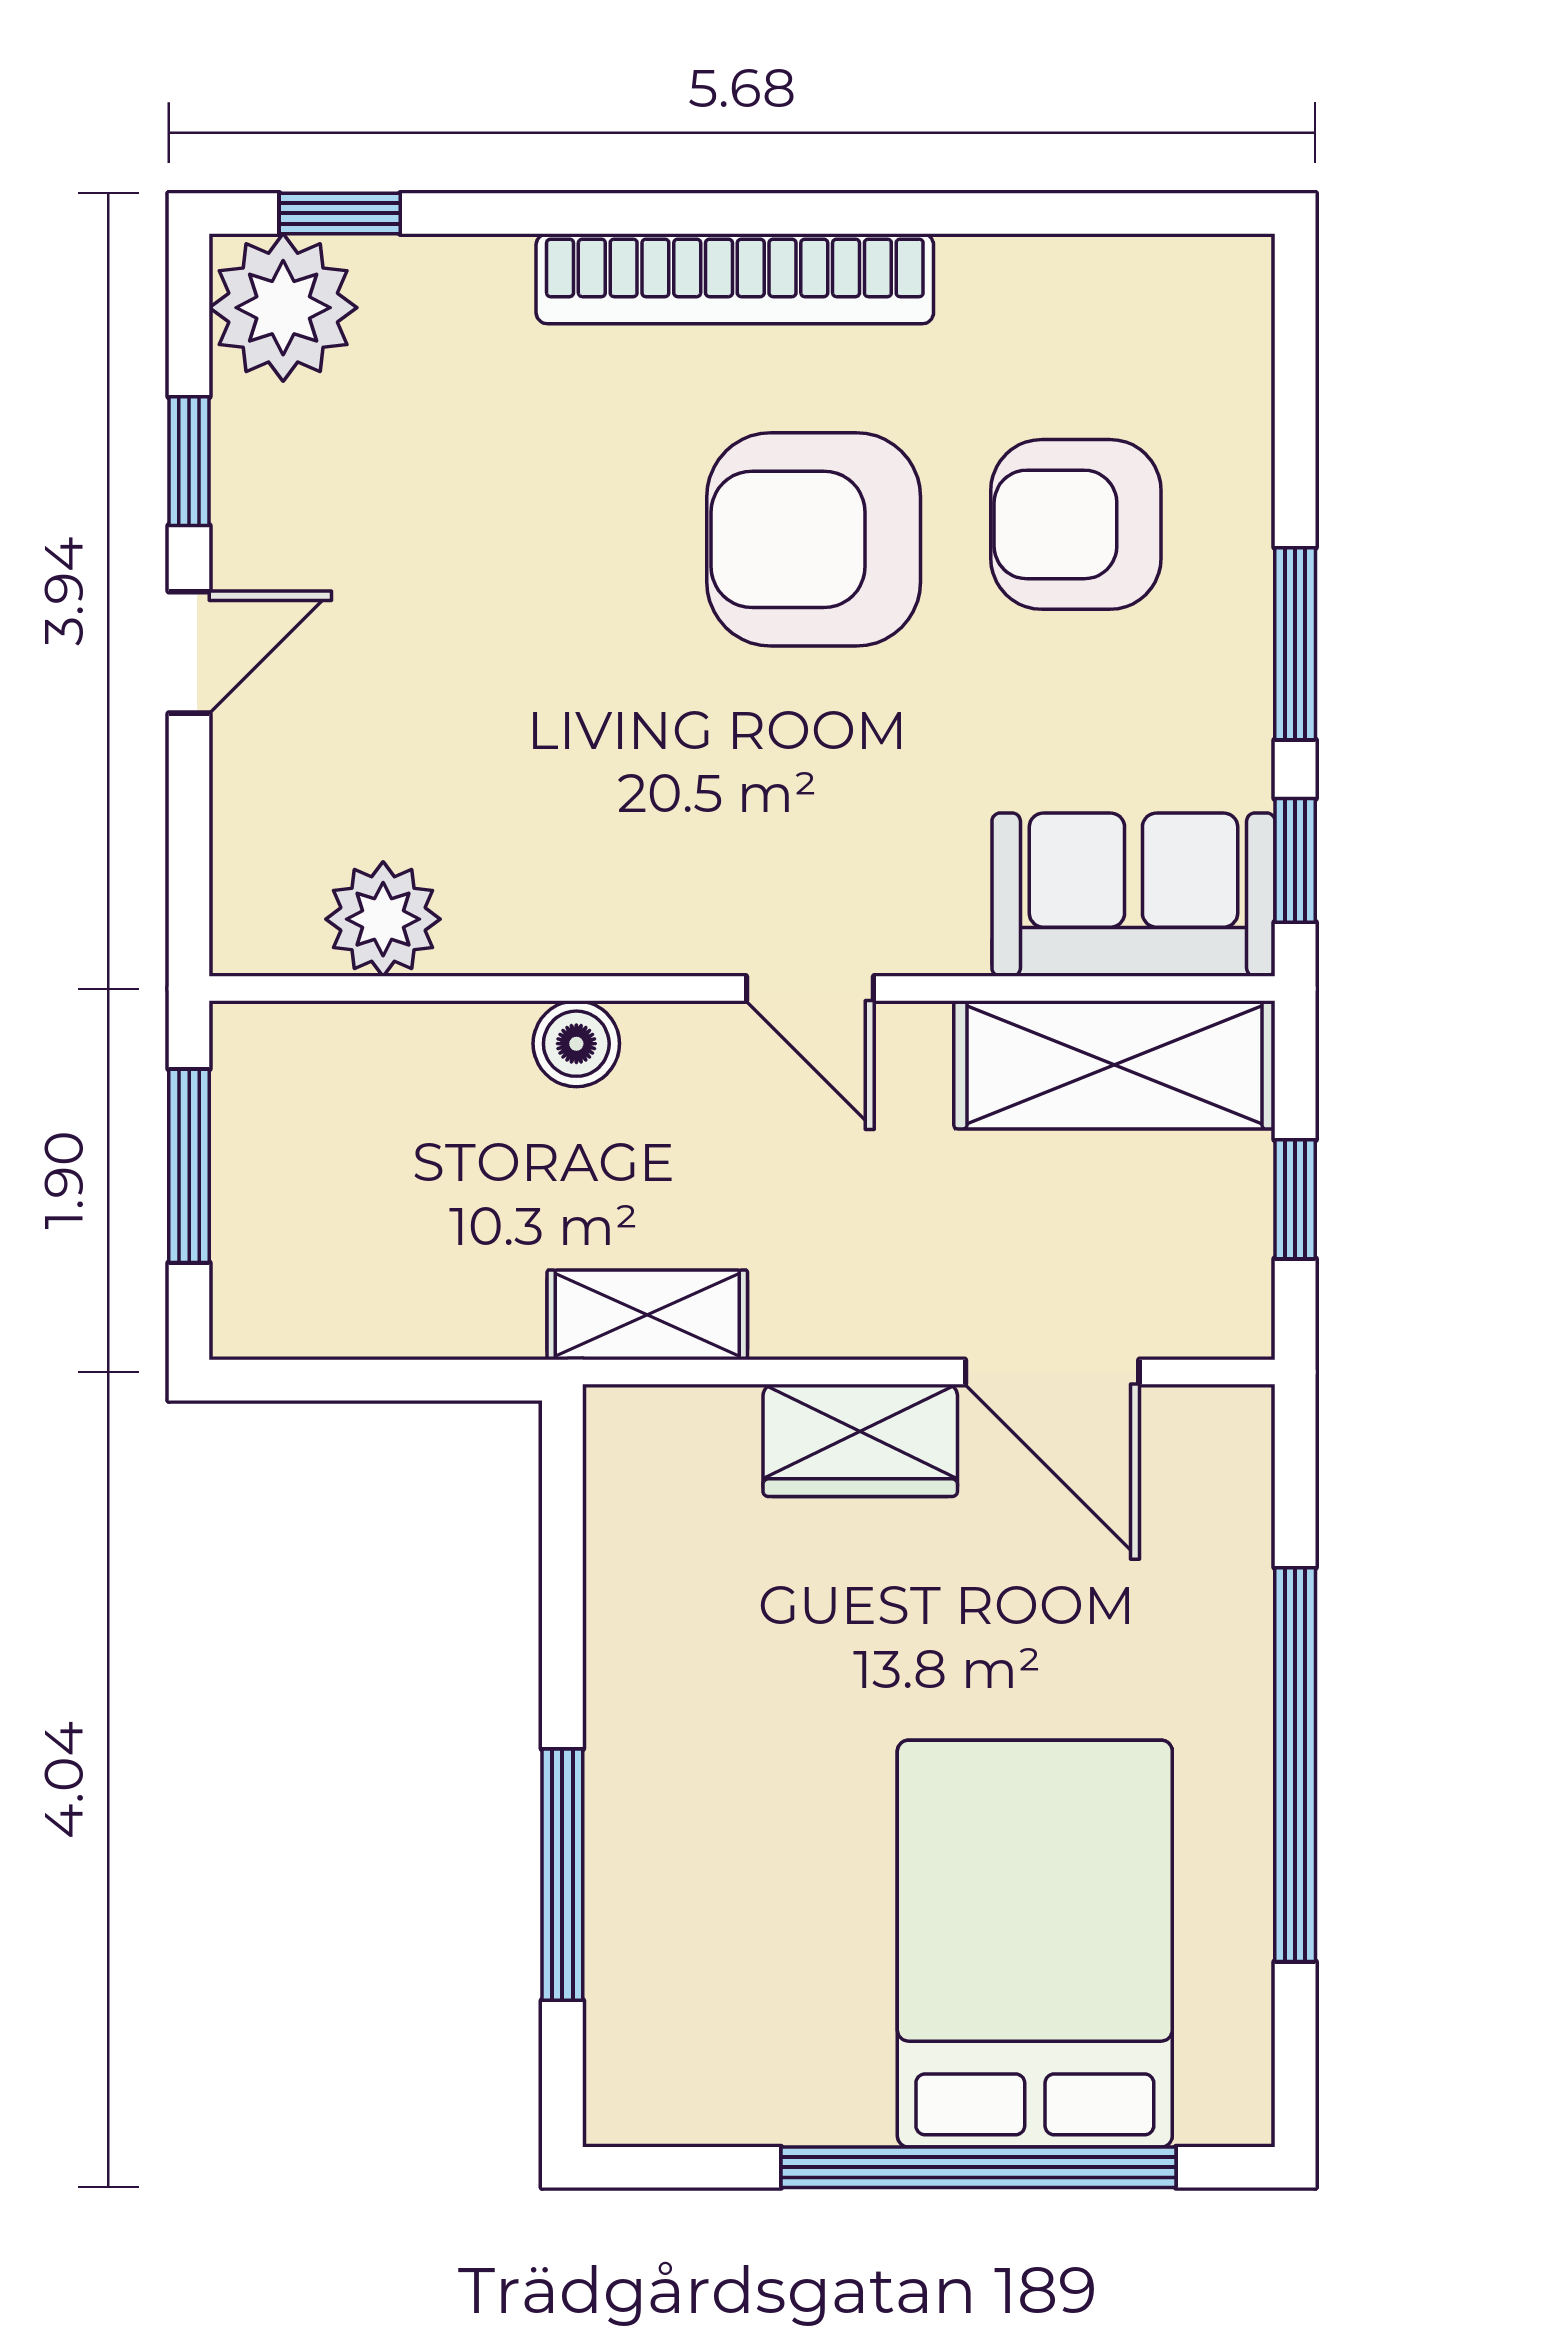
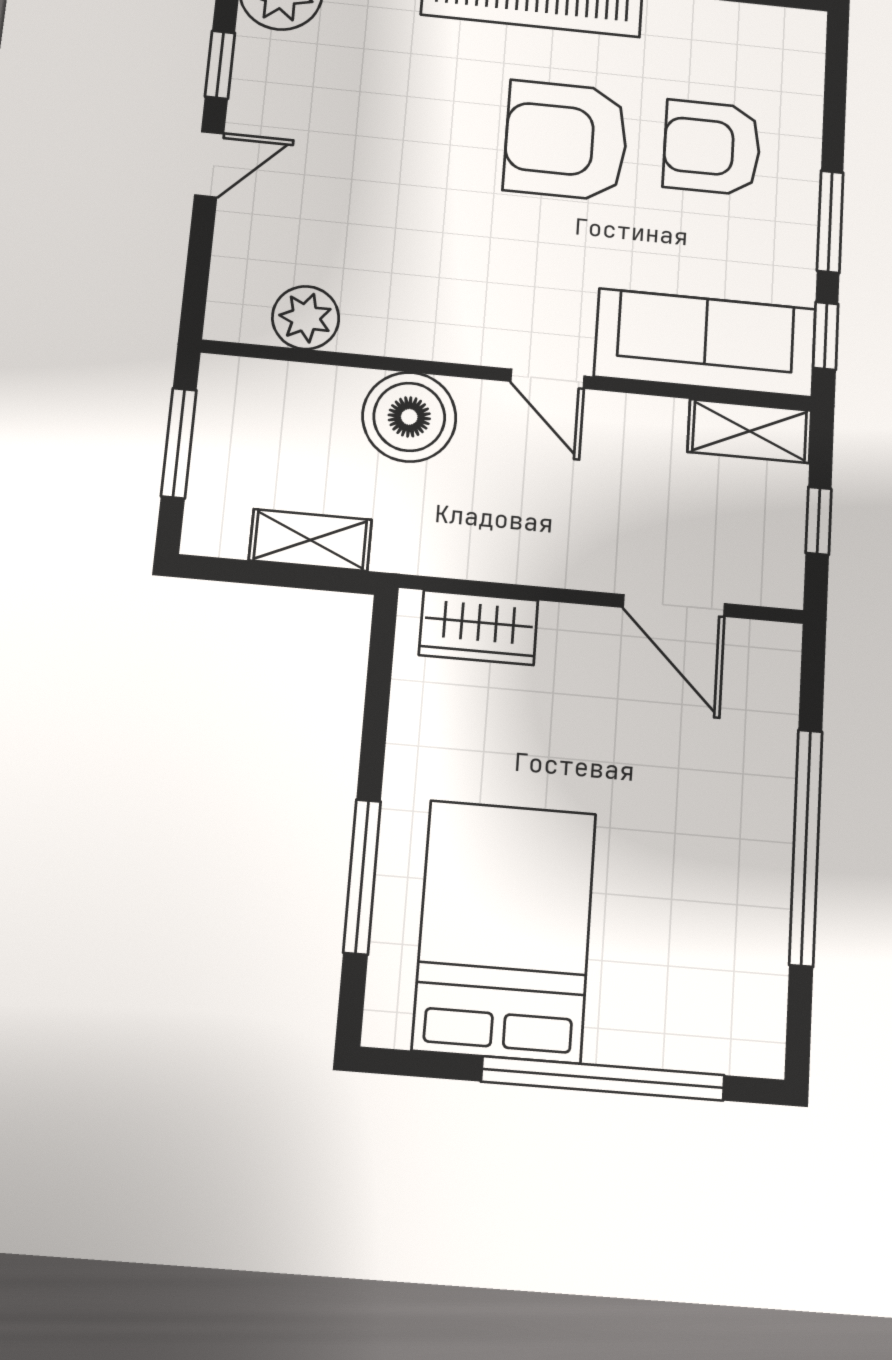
sofa: (1133, 895) -> (705, 343), width x1.36
boiler: (576, 1044) -> (409, 417), width x1.86, depth x1.86
shelving: (1114, 1065) -> (750, 431), width x0.67, depth x0.75
shelving: (647, 1315) -> (310, 540), moved
wardrobe: (860, 1440) -> (479, 628), moved
bed: (1035, 1944) -> (505, 931), moved

